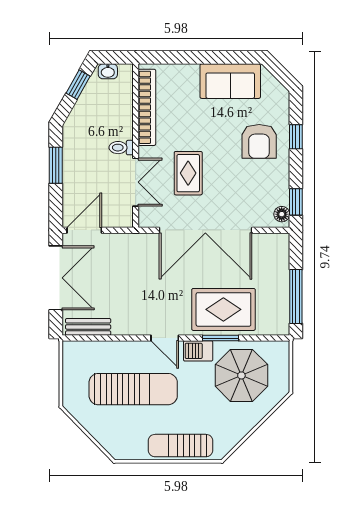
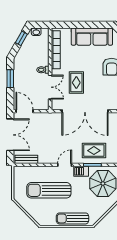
sofa: (230, 81) -> (92, 37), width x1.36
door: (84, 230) -> (24, 111), hinge flipped
rug: (223, 309) -> (94, 151), width x0.73, depth x0.70
door: (165, 338) -> (65, 165), swing flipped
sun lounger: (133, 389) -> (49, 190), turned 180

